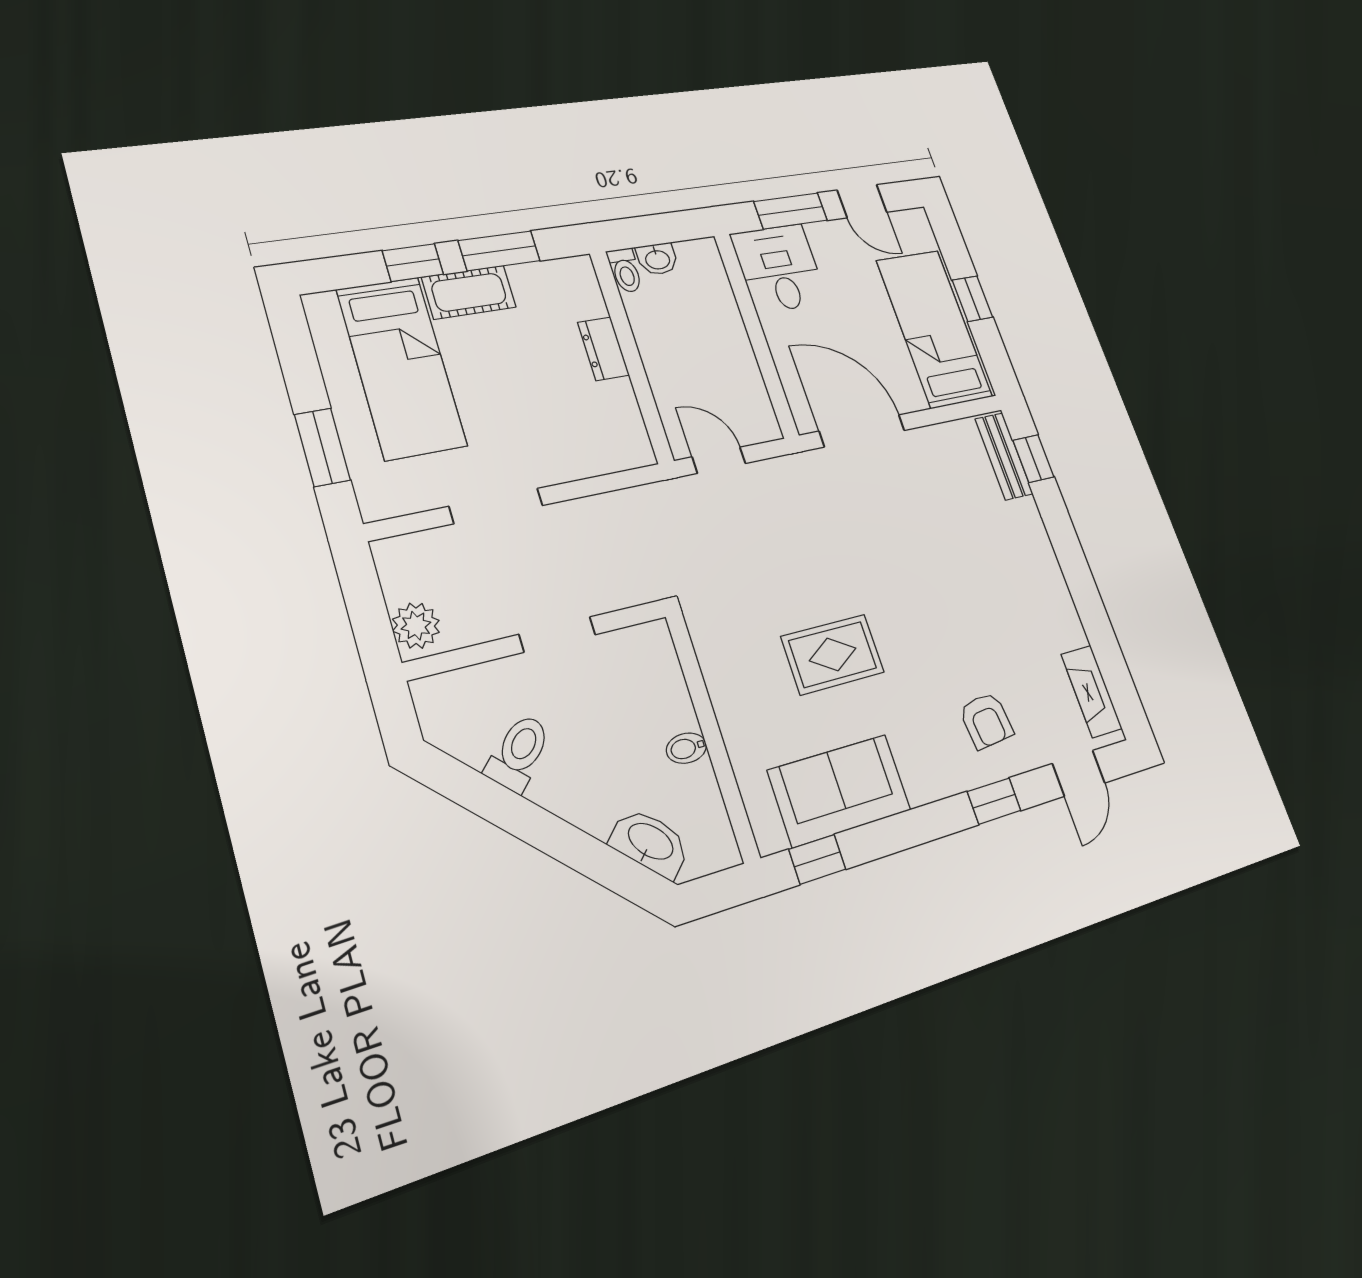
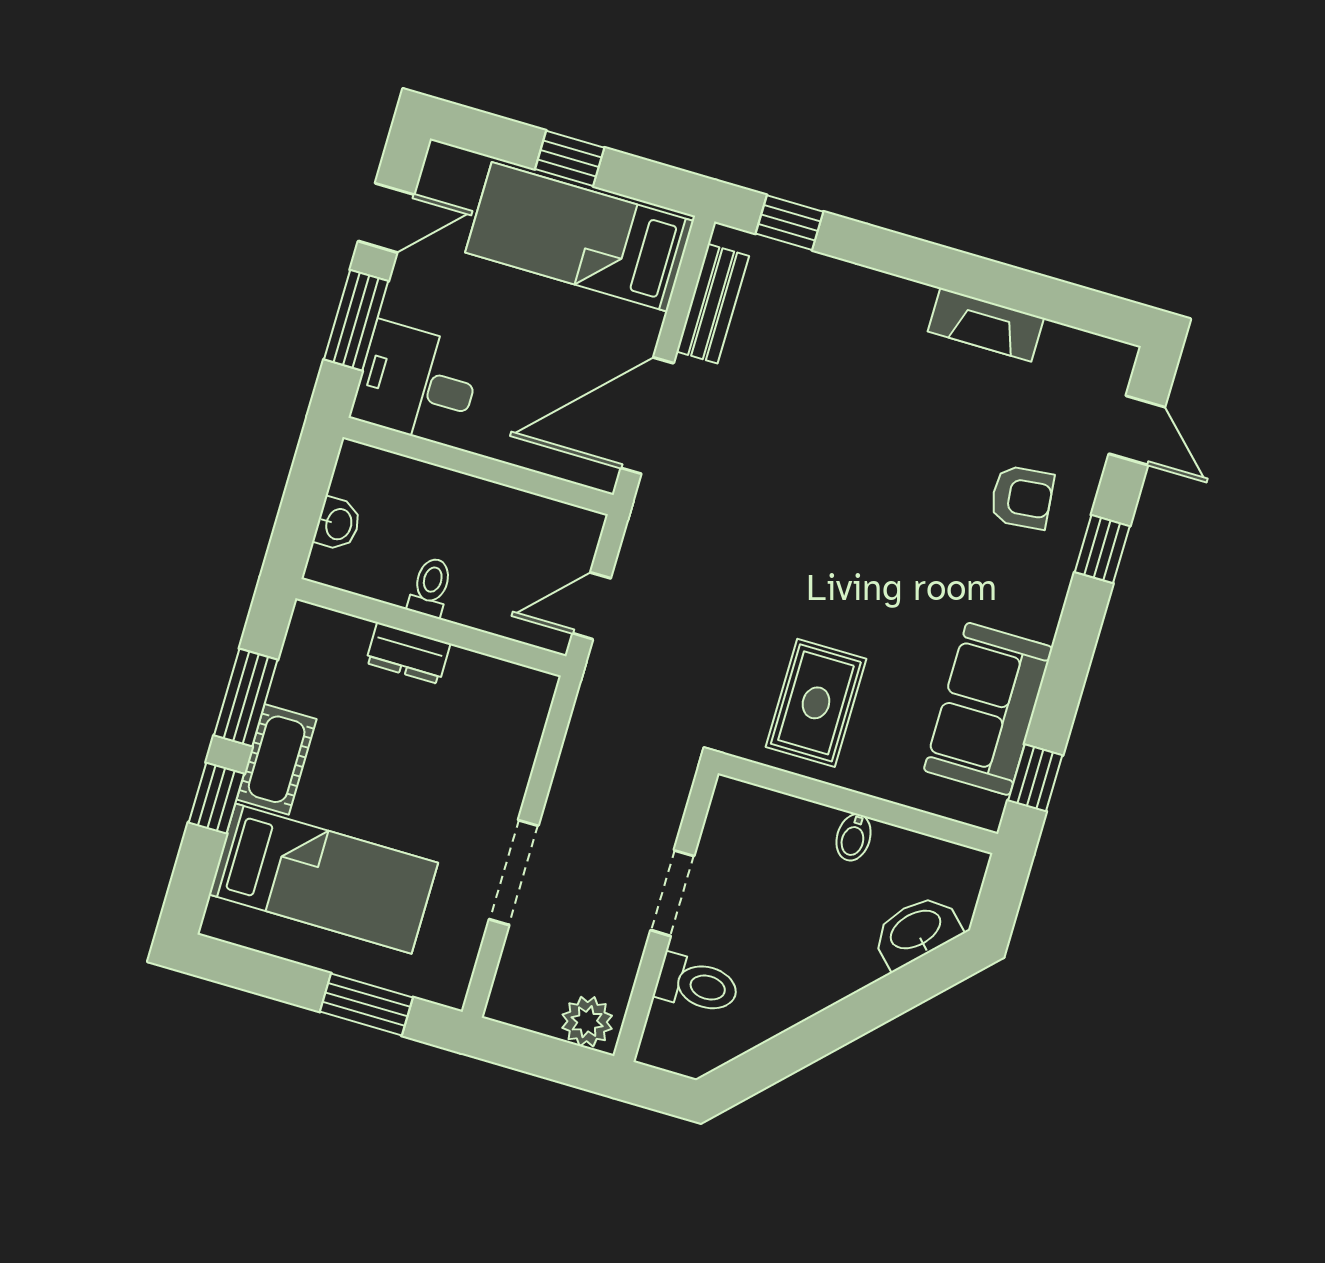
toilet: (625, 270) -> (431, 587), moved, turned -90
bench: (1004, 456) -> (713, 304), moved, turned 90
rug: (833, 654) -> (816, 703), moved
fireplace: (1091, 691) -> (986, 325), moved
toilet: (519, 753) -> (697, 984), moved, turned 135

